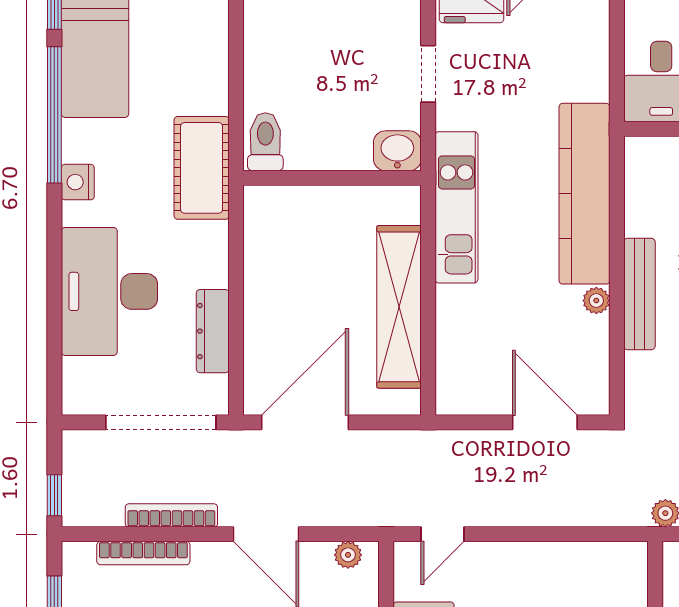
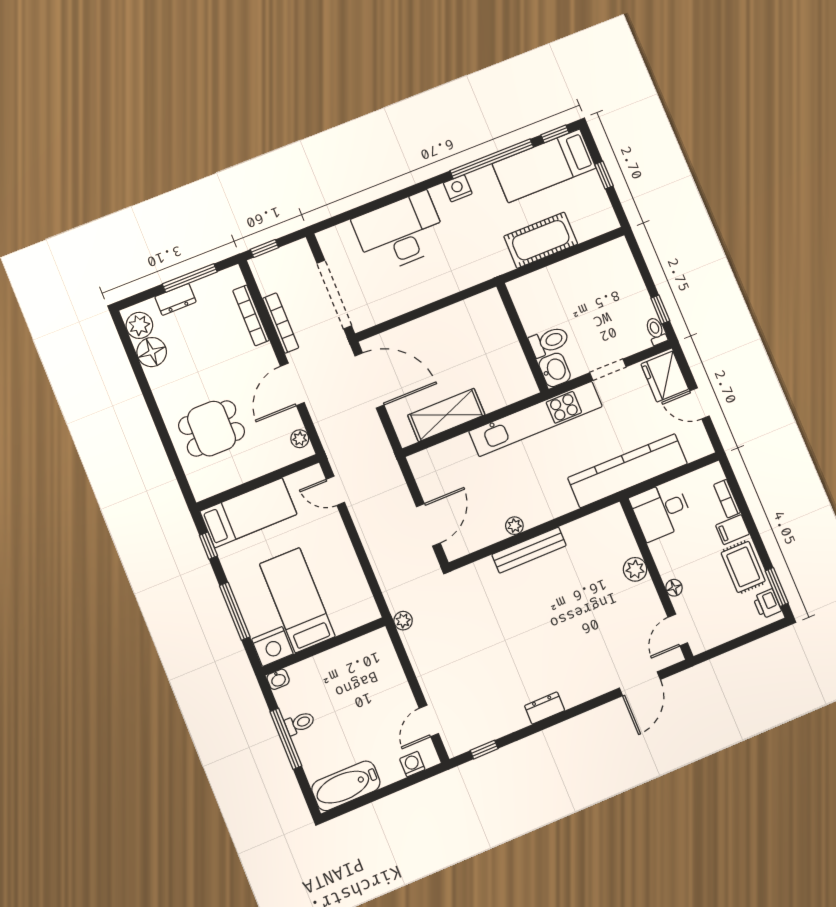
toilet: (265, 142) -> (549, 341), moved
cot: (202, 168) -> (541, 240), moved
kitchen counter: (584, 194) -> (628, 471), moved
kitchen unit: (456, 207) -> (536, 419), width x1.36
shelving: (399, 307) -> (446, 415), width x0.68
dresser: (213, 331) -> (402, 303), removed

